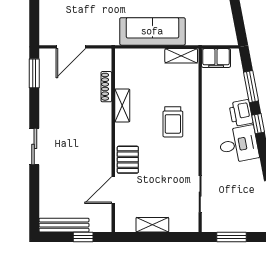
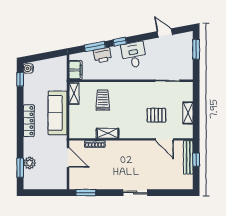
door: (71, 47) -> (68, 157), moved
printer: (241, 113) -> (102, 55), moved
trolley: (173, 122) -> (103, 100), moved, turned -90
pallet: (128, 160) -> (156, 115), moved
bench: (64, 225) -> (188, 157), moved
window: (231, 237) -> (196, 49), moved

